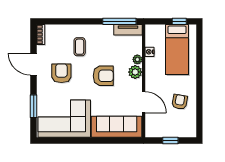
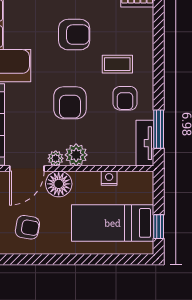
window: (119, 21) -> (159, 129), width x0.69
armchair: (100, 42) -> (125, 98), added
plant: (137, 59) -> (56, 158), moved
floor lamp: (153, 83) -> (59, 184), added

